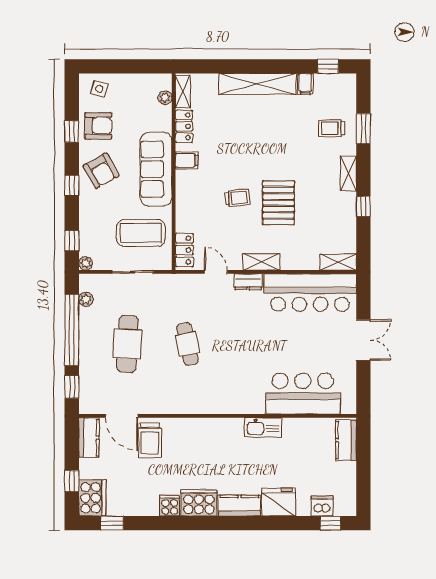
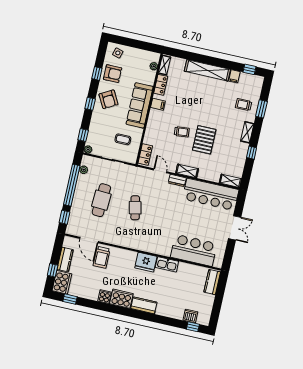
coffee table: (141, 233) -> (123, 139), width x0.54, depth x0.58
kitchen counter: (89, 438) -> (65, 260), moved
fridge: (278, 502) -> (146, 262), moved, turned 180

